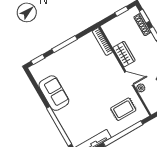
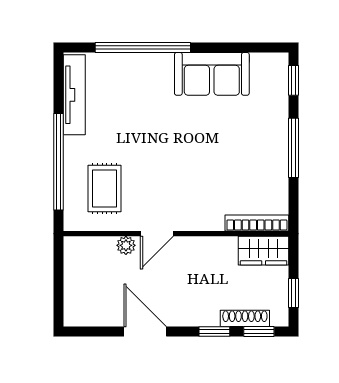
wardrobe: (124, 54) -> (264, 251), moved

